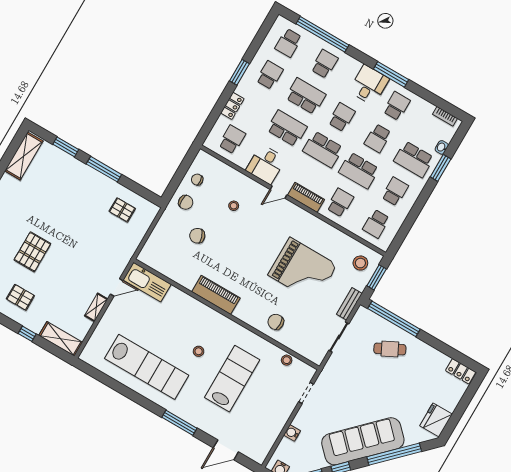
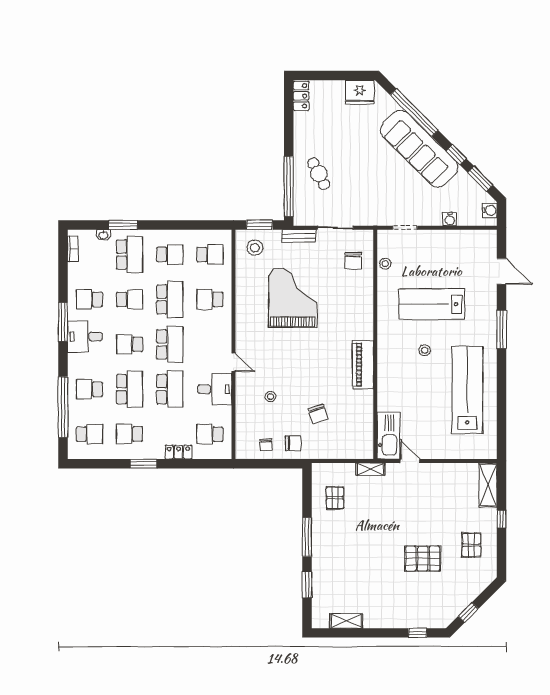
school desk: (306, 96) -> (130, 389), turned 180
school desk: (287, 128) -> (170, 389), turned 180
shelving: (24, 156) -> (346, 621), width x0.67, depth x0.75
school desk: (395, 191) -> (170, 255), turned 180
piano: (306, 197) -> (223, 334), removed
chair: (186, 202) -> (293, 443), turned 90
shelving: (96, 307) -> (370, 469), moved
chair: (276, 322) -> (353, 261), moved

